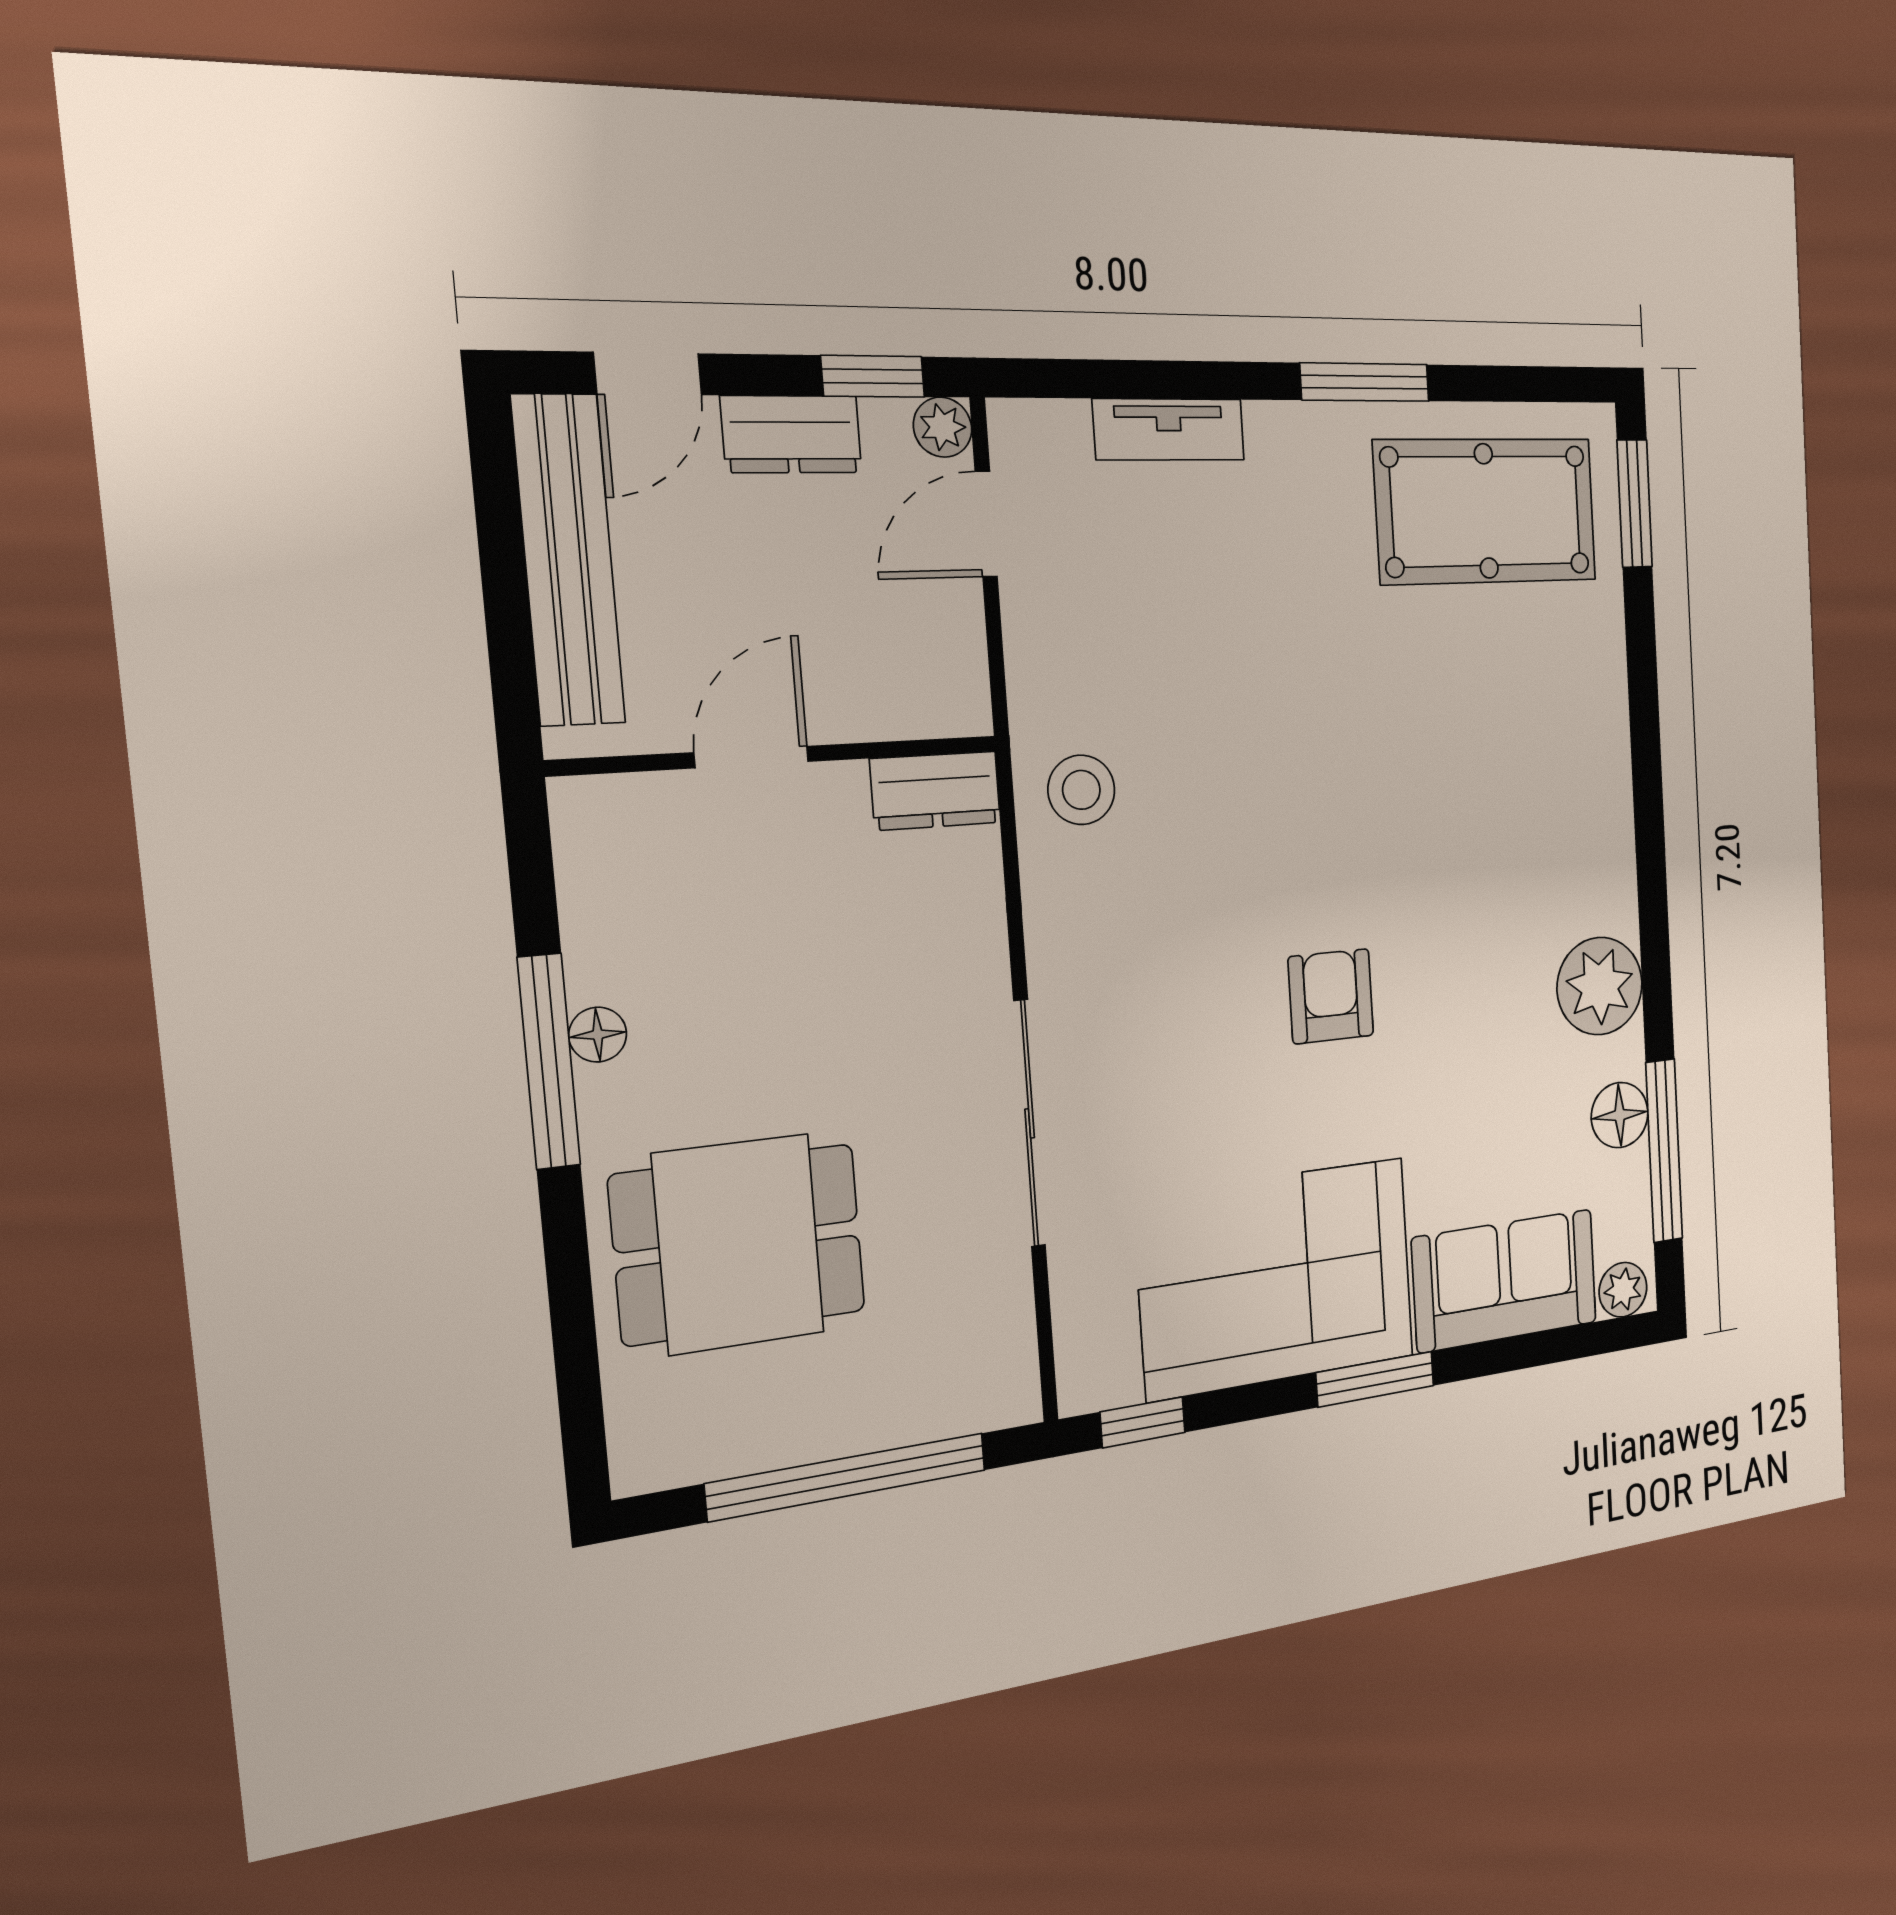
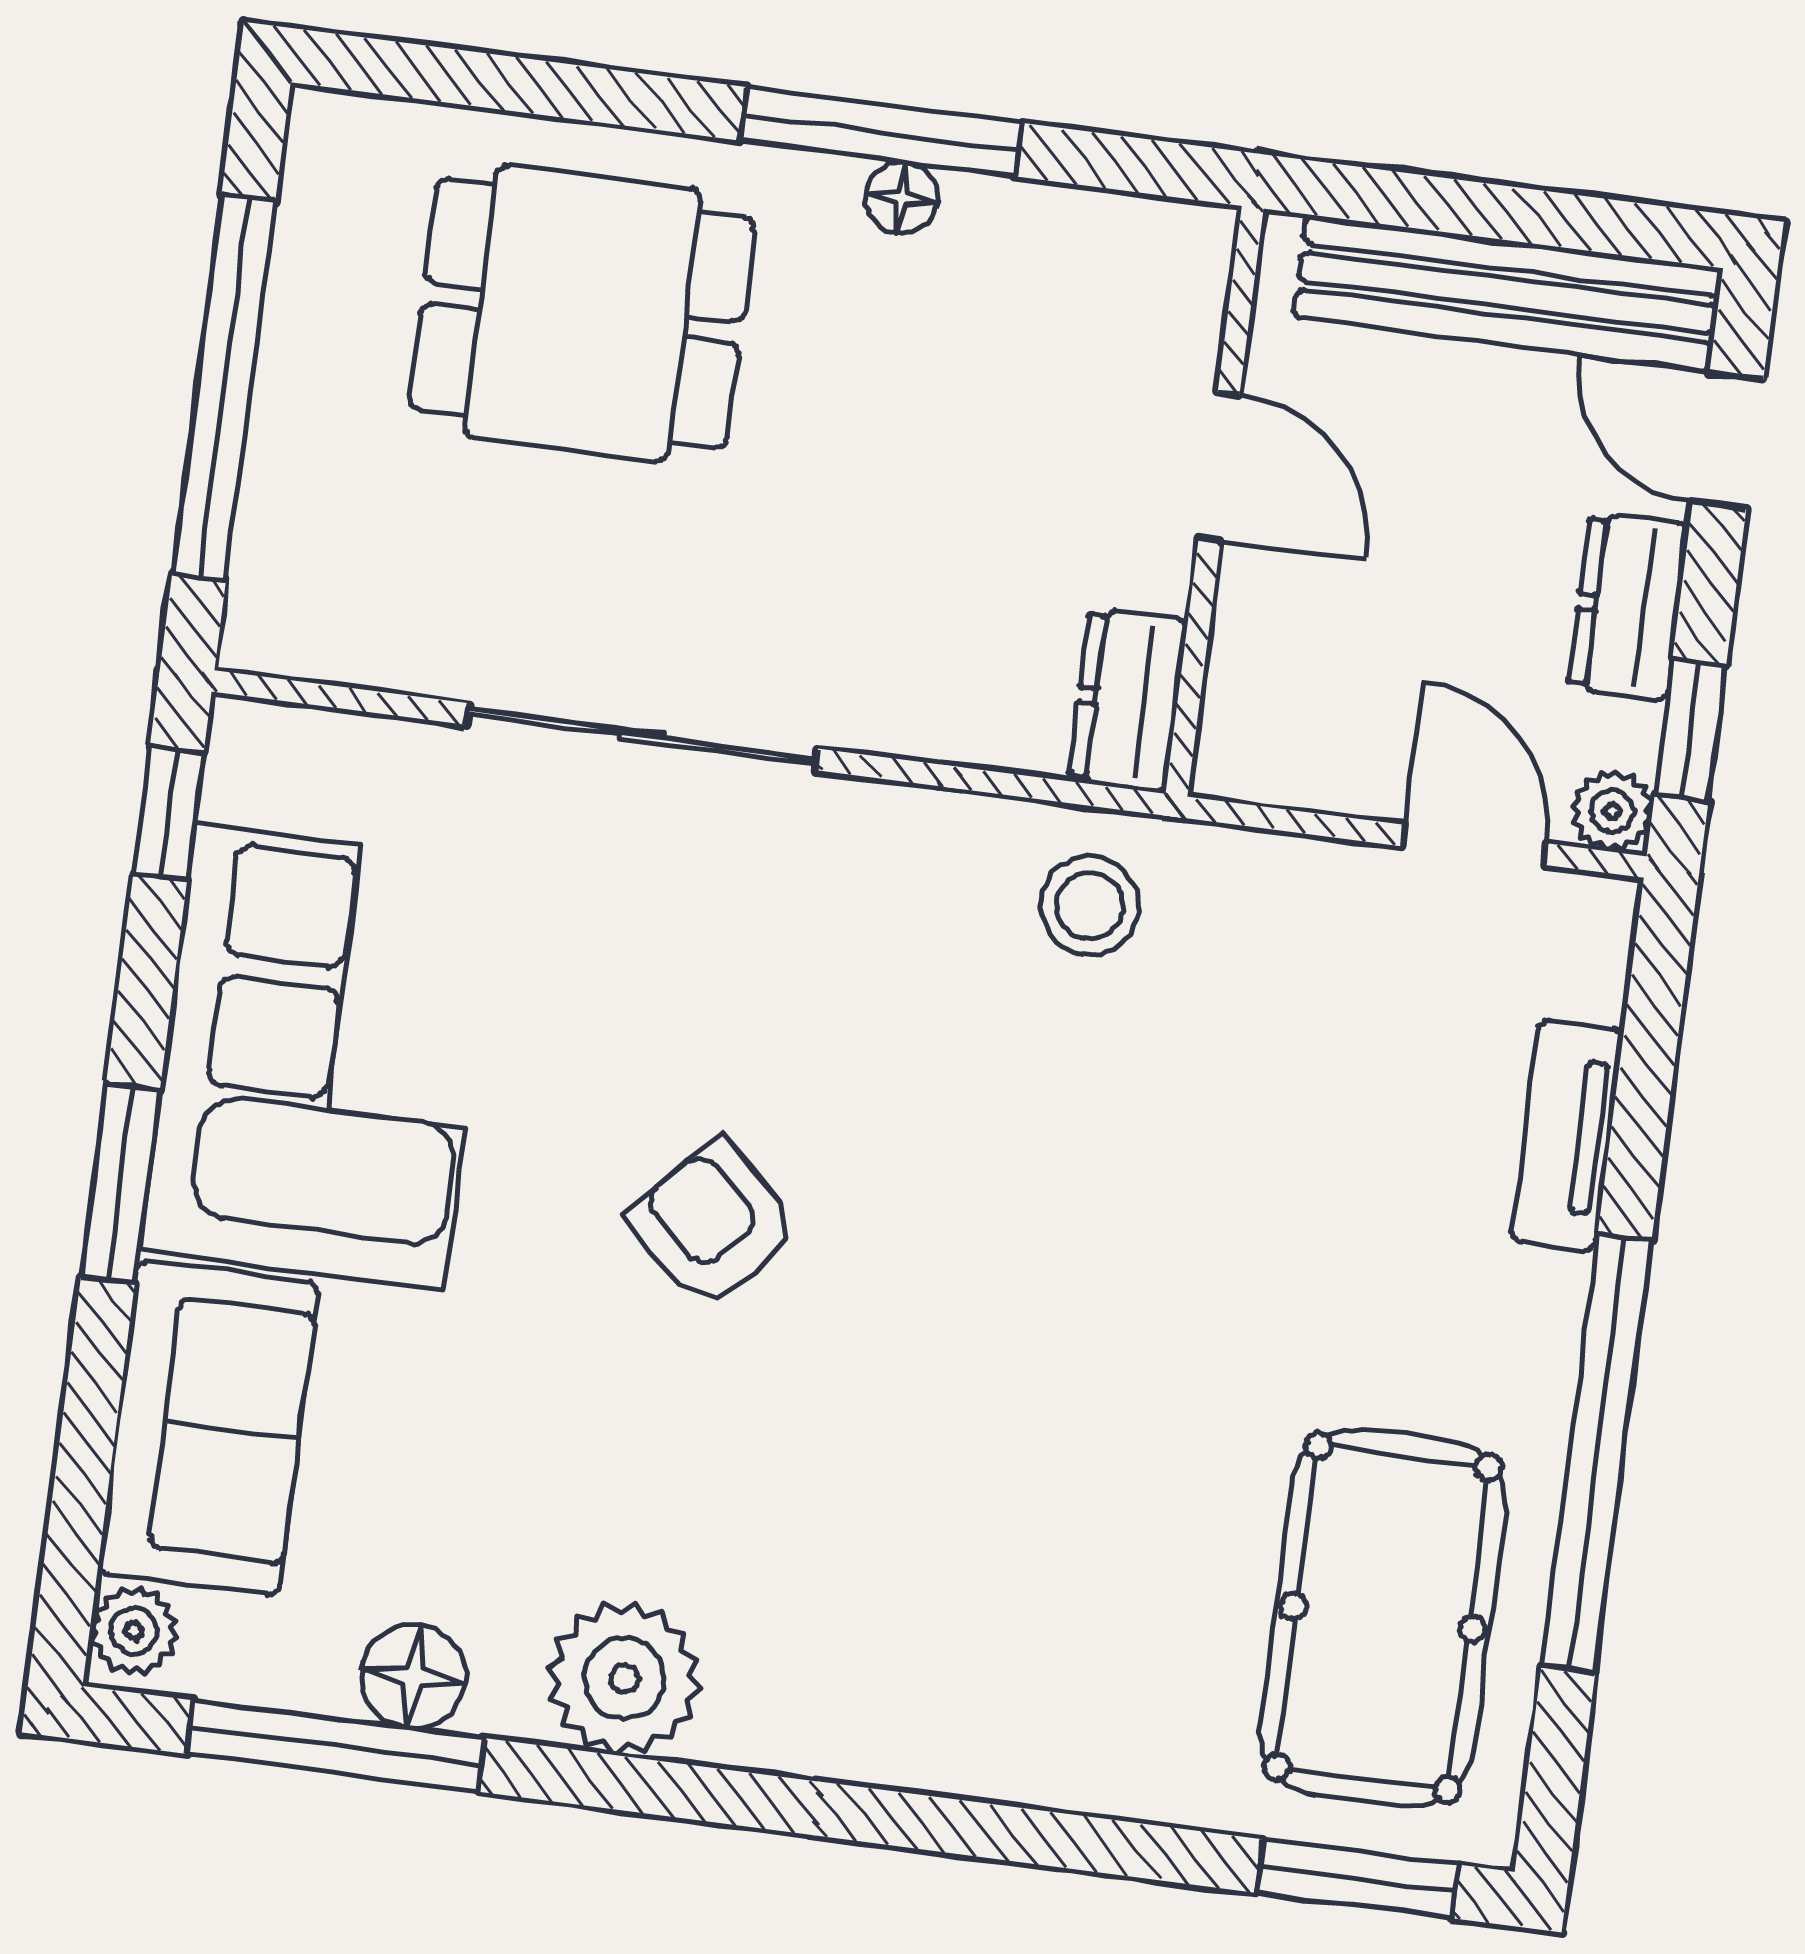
window: (1365, 382) -> (1596, 1453), width x2.11
armchair: (1331, 996) -> (714, 1224), turned -137
dining table: (739, 1244) -> (582, 313), turned 90

